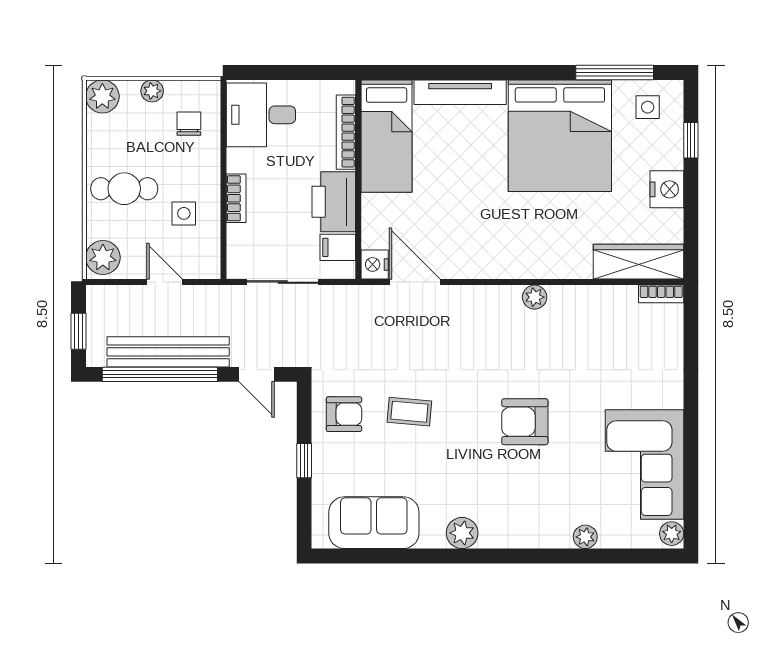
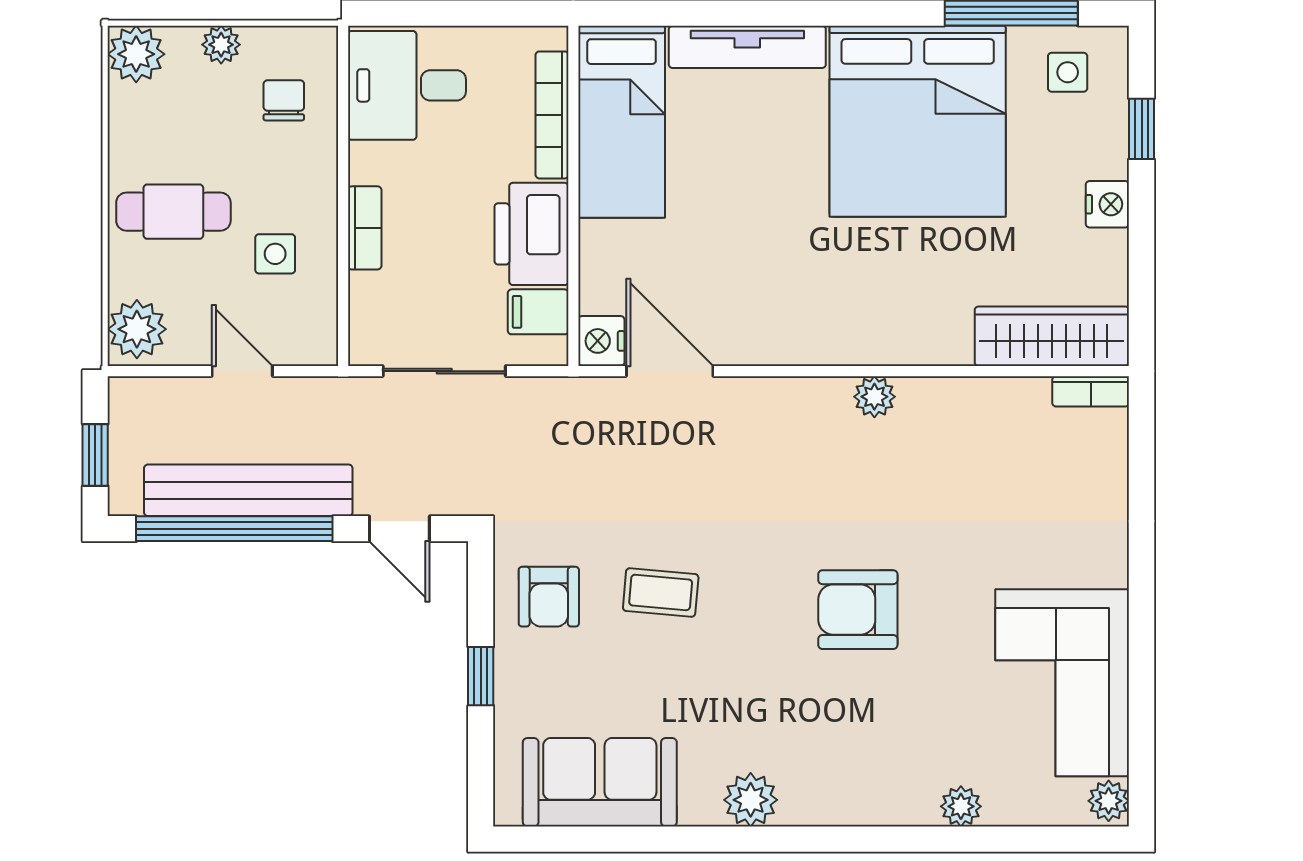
nightstand: (667, 189) -> (1107, 204), width x0.74, depth x0.75
armchair: (344, 414) -> (549, 597), turned 90

